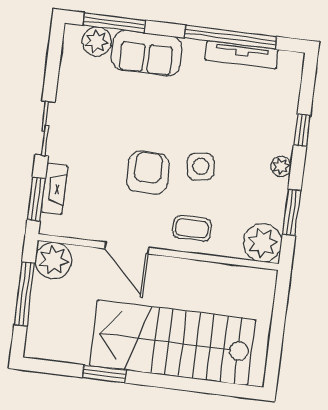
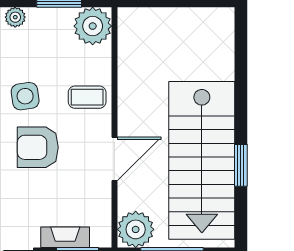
coffee table: (192, 228) -> (87, 97), turned 90
stairs: (173, 343) -> (202, 160), moved

